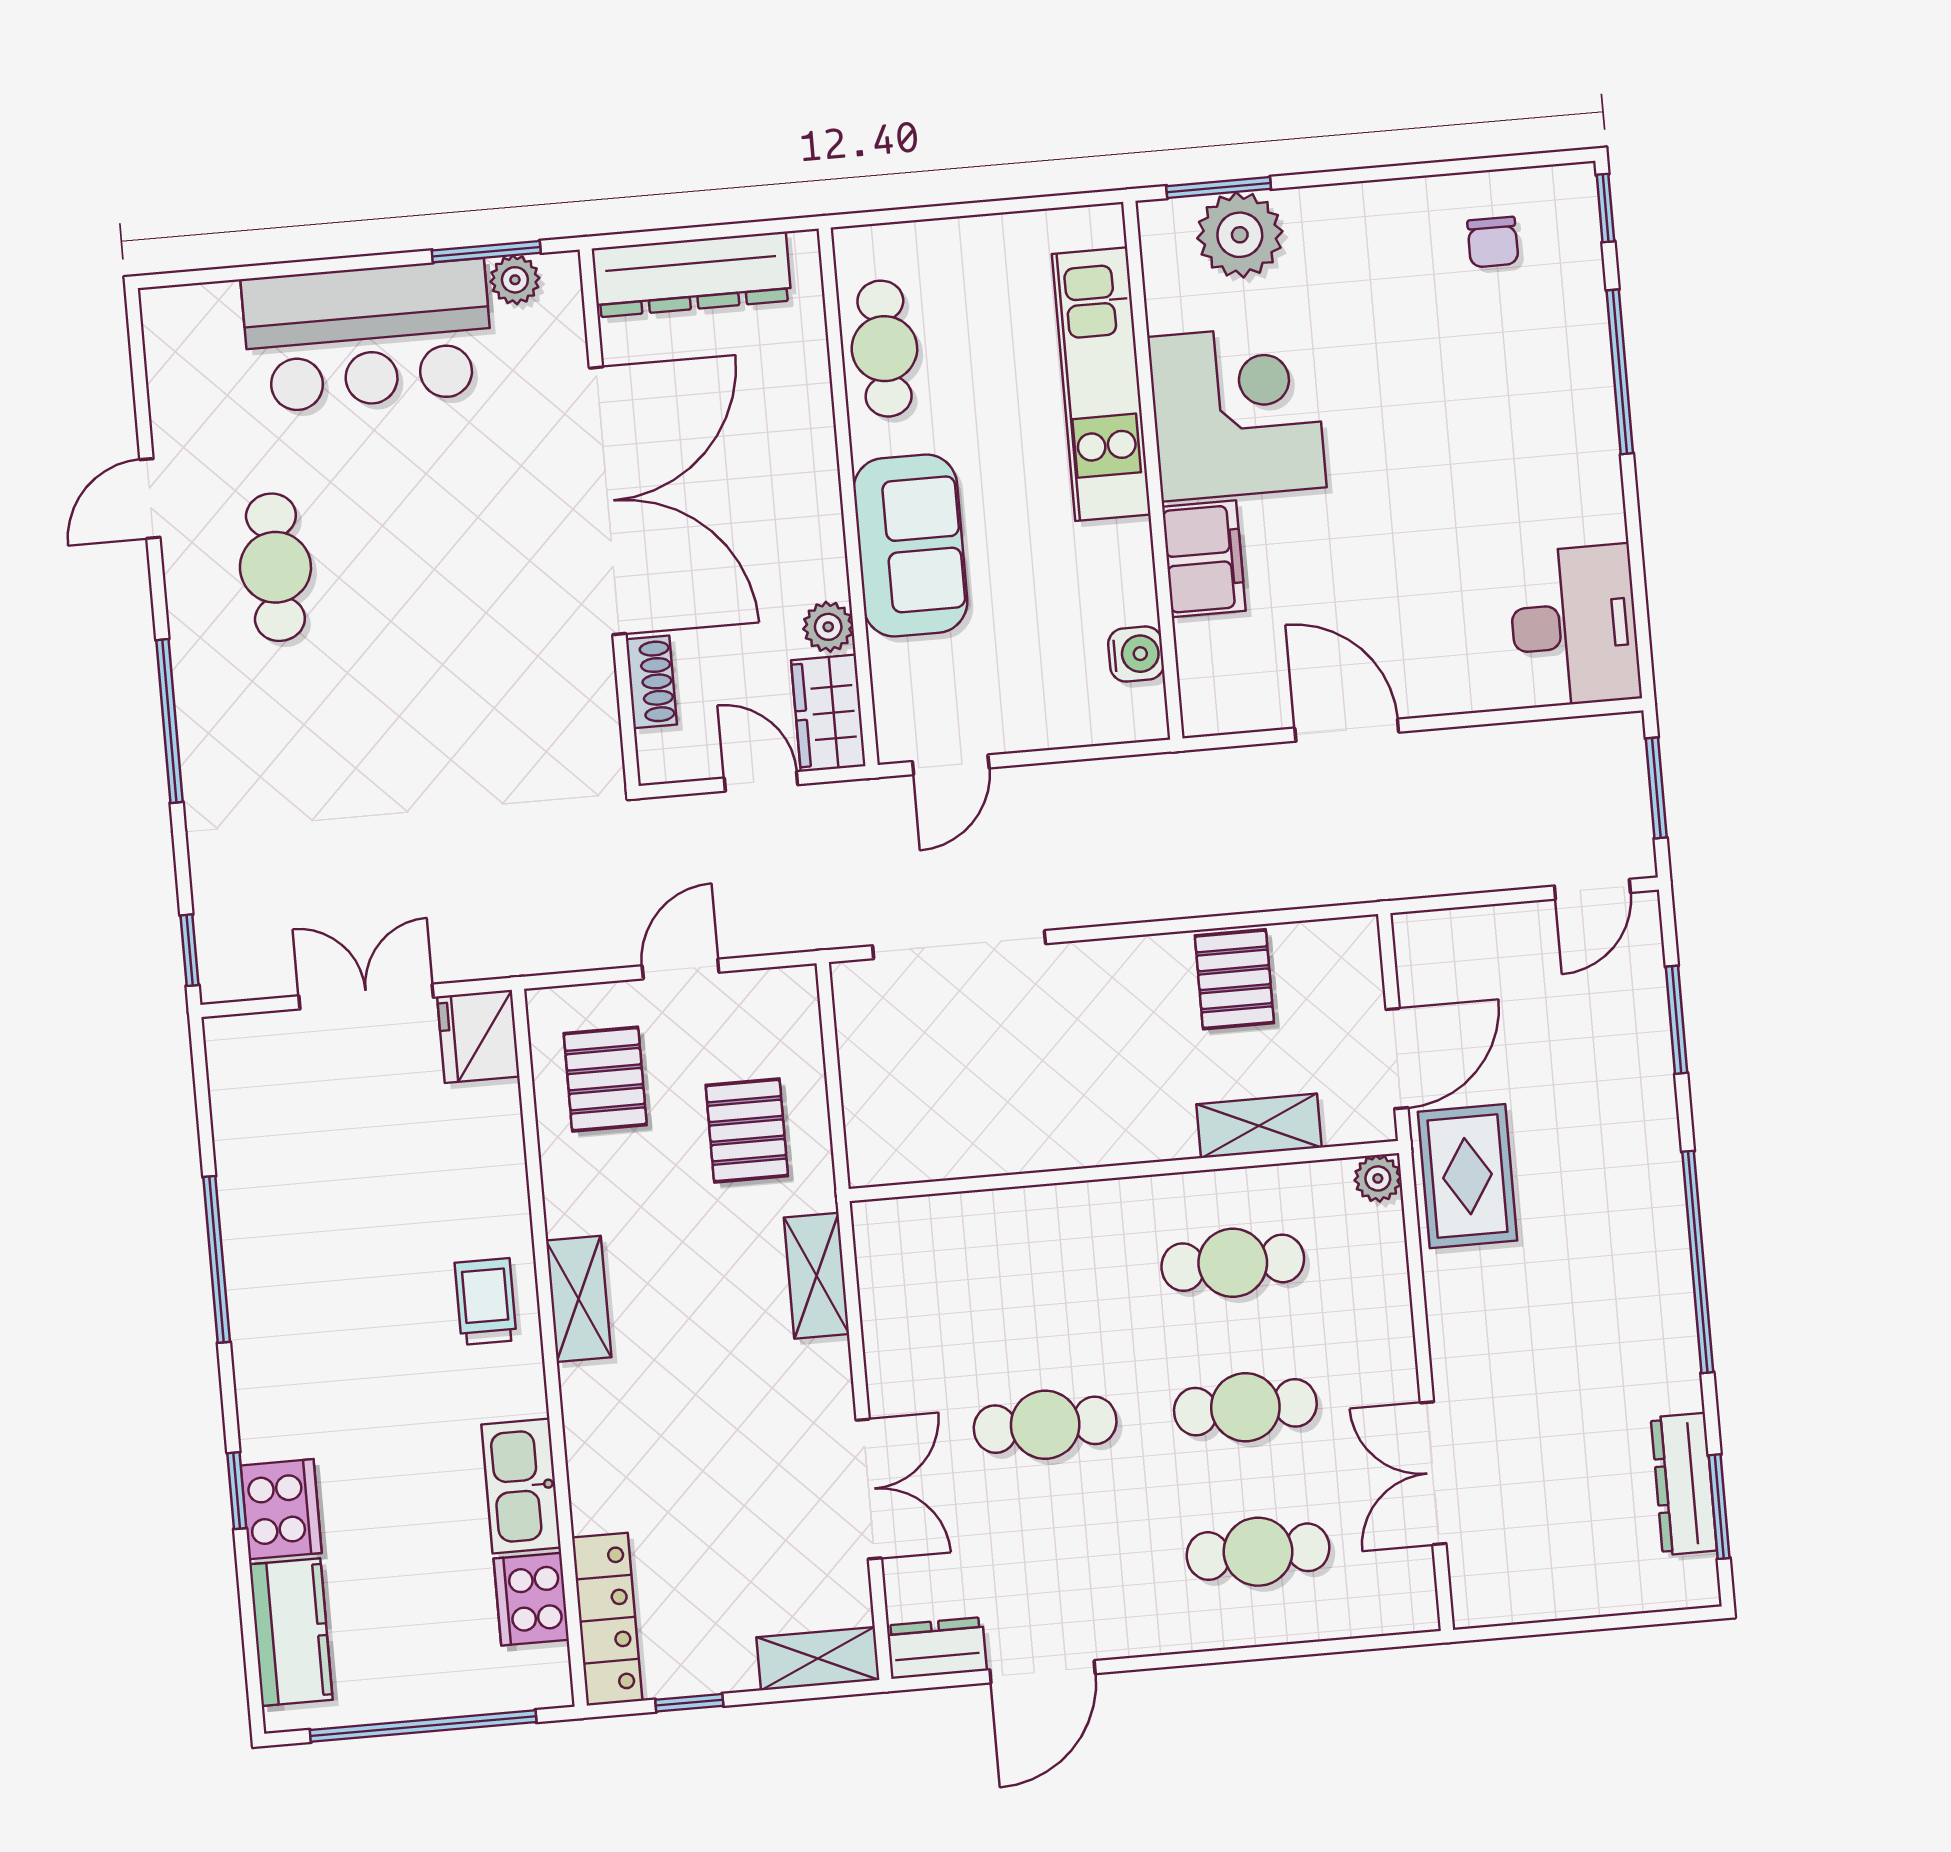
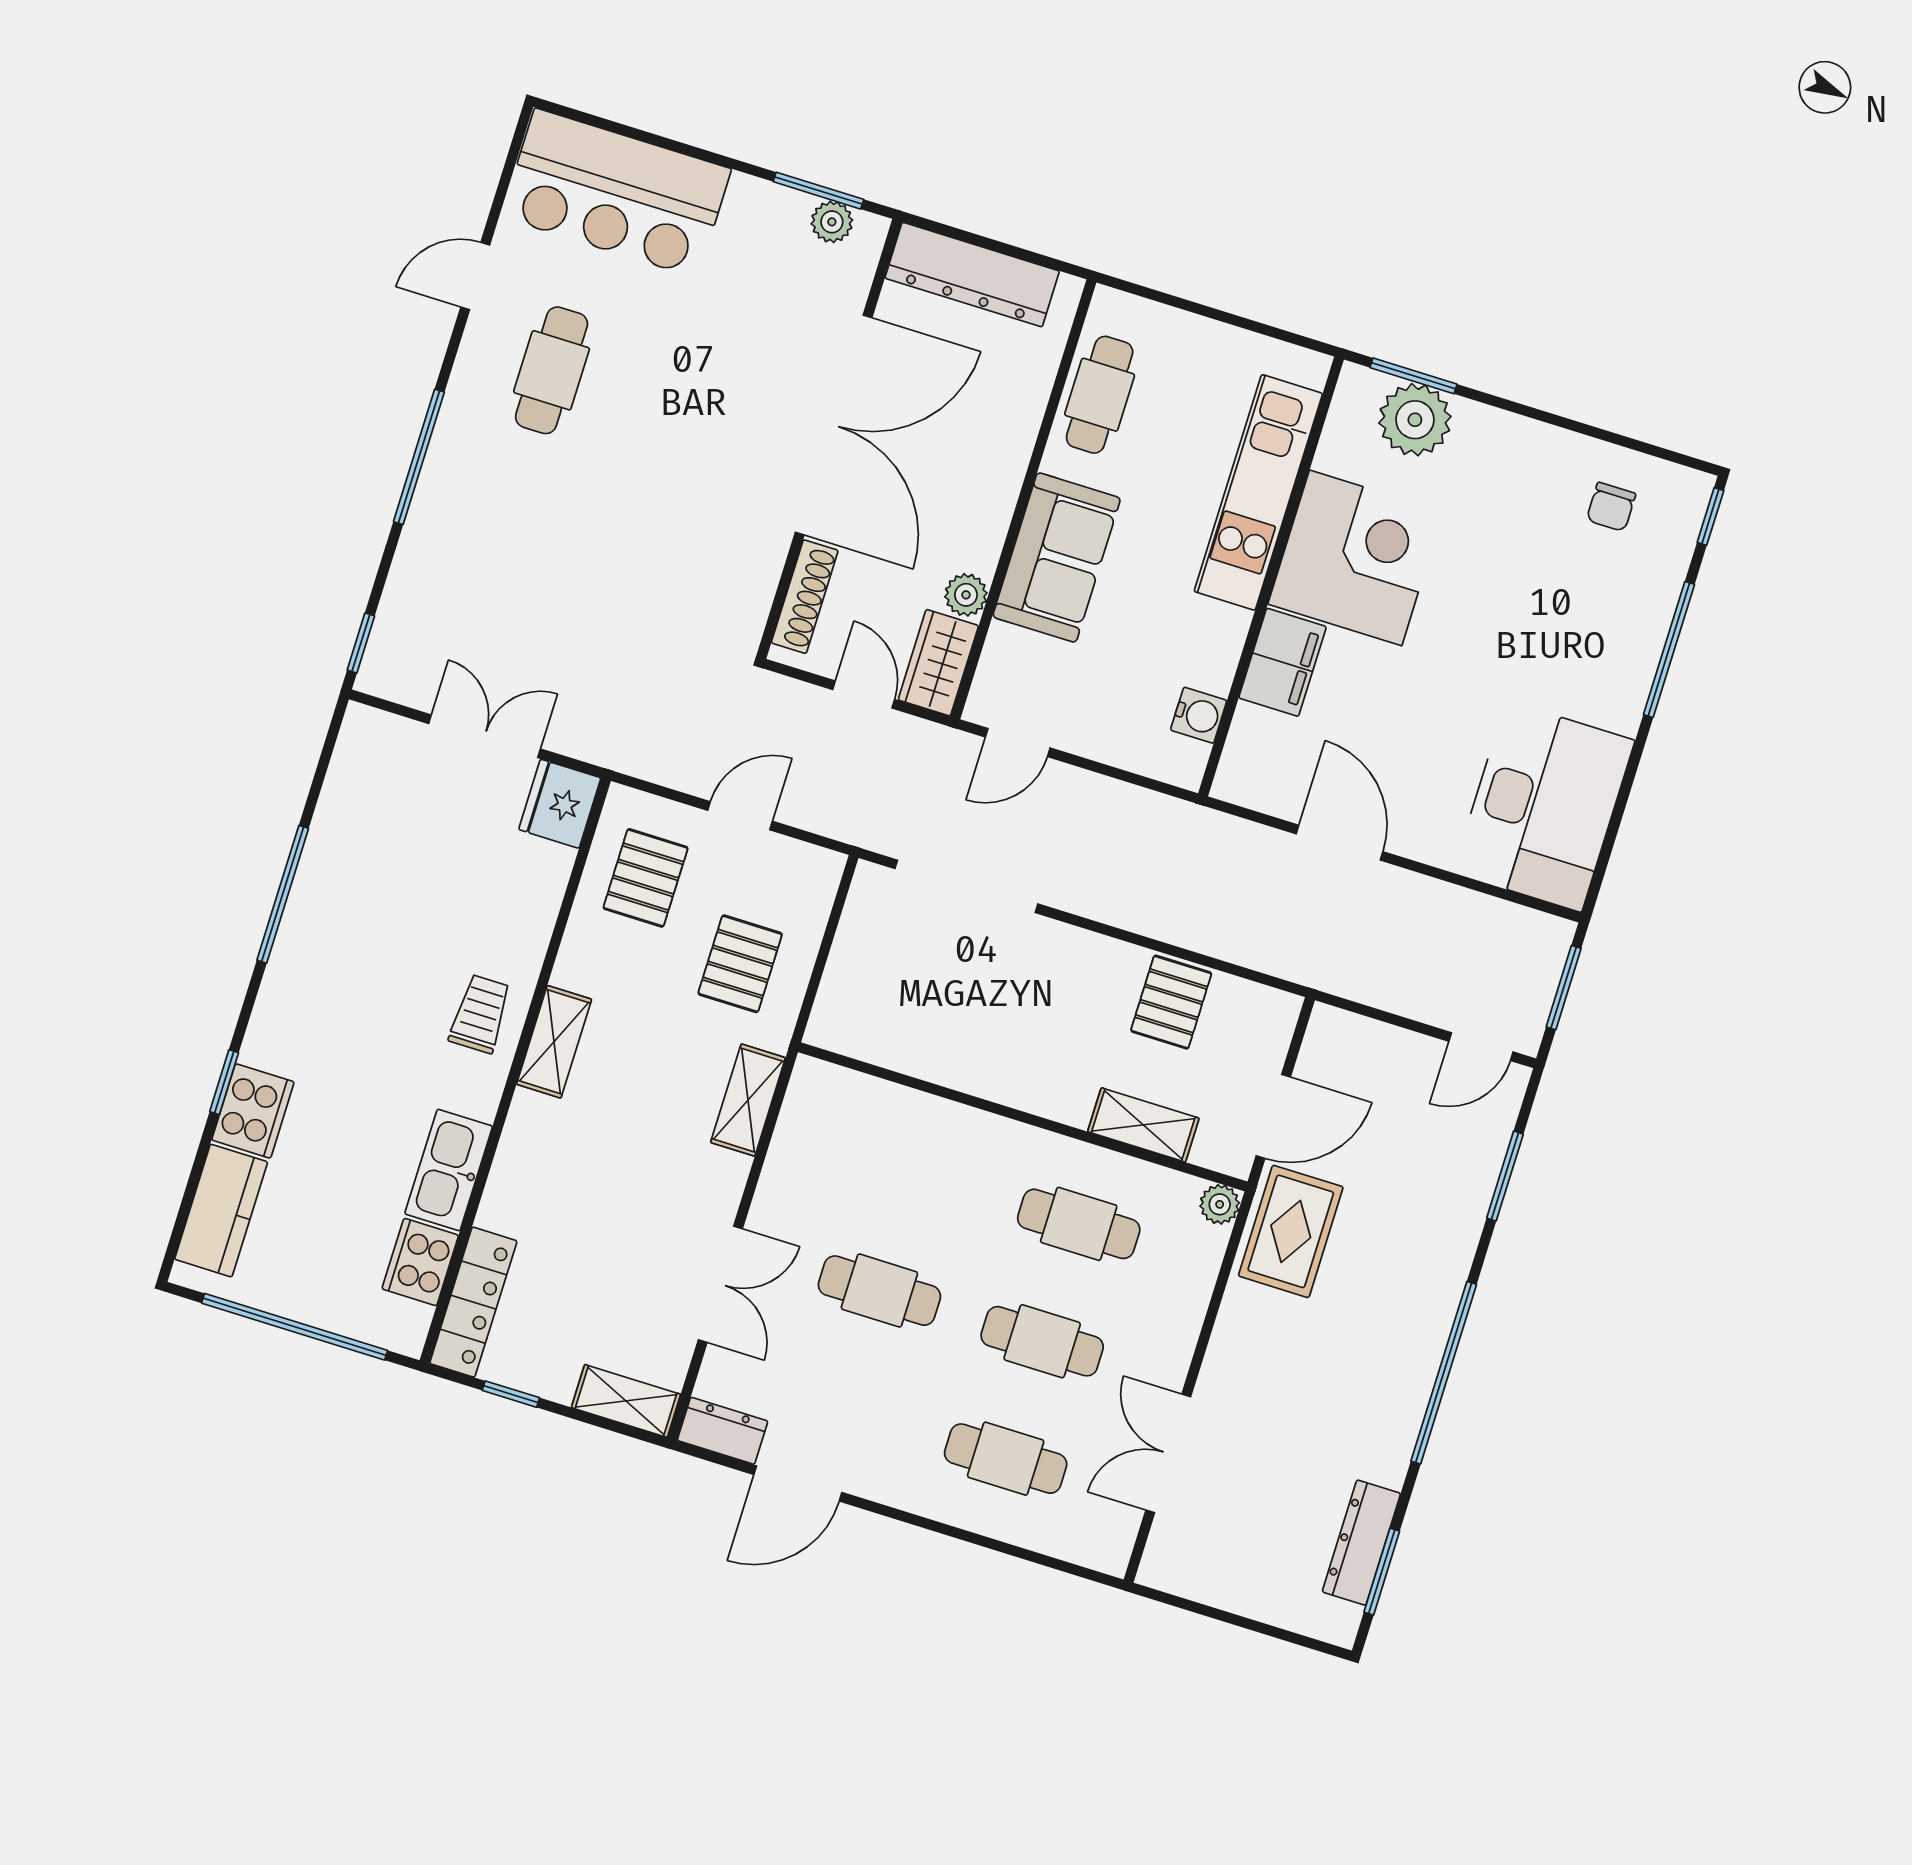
bar counter: (368, 336) -> (616, 193), moved
desk: (1574, 626) -> (1544, 806), width x1.36, depth x1.30
shoe rack: (651, 682) -> (805, 597), width x1.43

